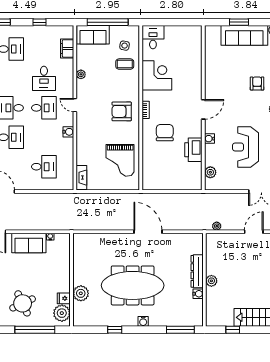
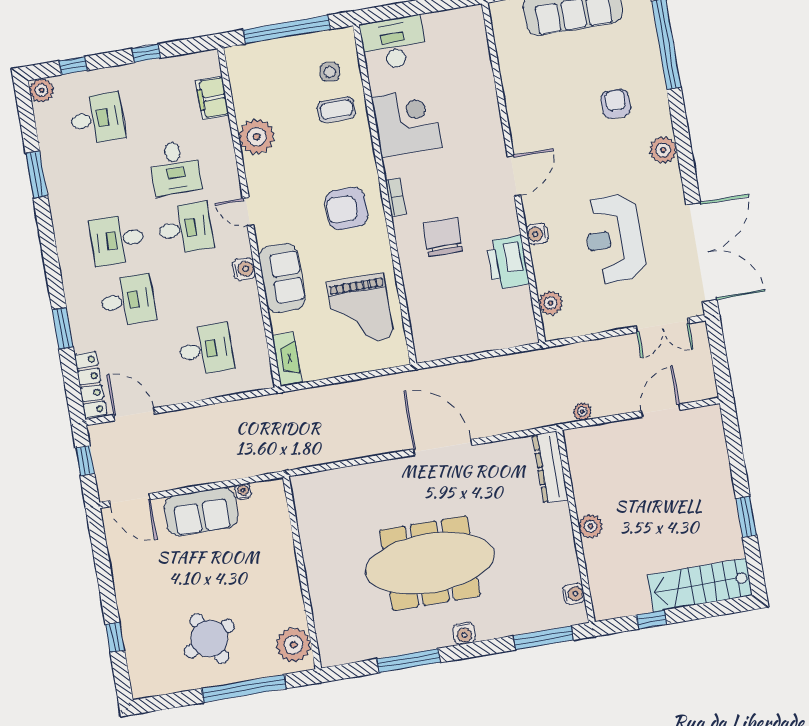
sofa: (93, 35) -> (282, 278), moved, turned -90
desk: (153, 37) -> (394, 43), width x1.37
plant: (81, 74) -> (257, 137), width x1.88, depth x1.88
dresser: (197, 271) -> (550, 467), moved
plant: (81, 293) -> (326, 598), removed
water cooler: (198, 294) -> (574, 594), moved
fridge: (64, 298) -> (292, 614), removed
window: (115, 330) -> (408, 661), width x2.17

